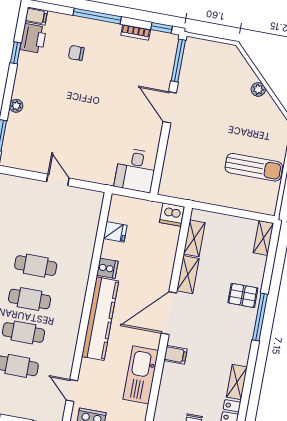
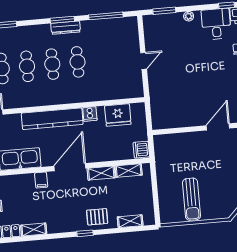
desk: (136, 170) -> (216, 24), moved, turned 90
fridge: (115, 232) -> (118, 115), width x1.88, depth x1.34
shelving: (263, 238) -> (130, 221), moved
pallet: (243, 295) -> (97, 217), turned 90
door: (169, 313) -> (70, 167), hinge flipped
window: (260, 317) -> (85, 233), width x0.46

